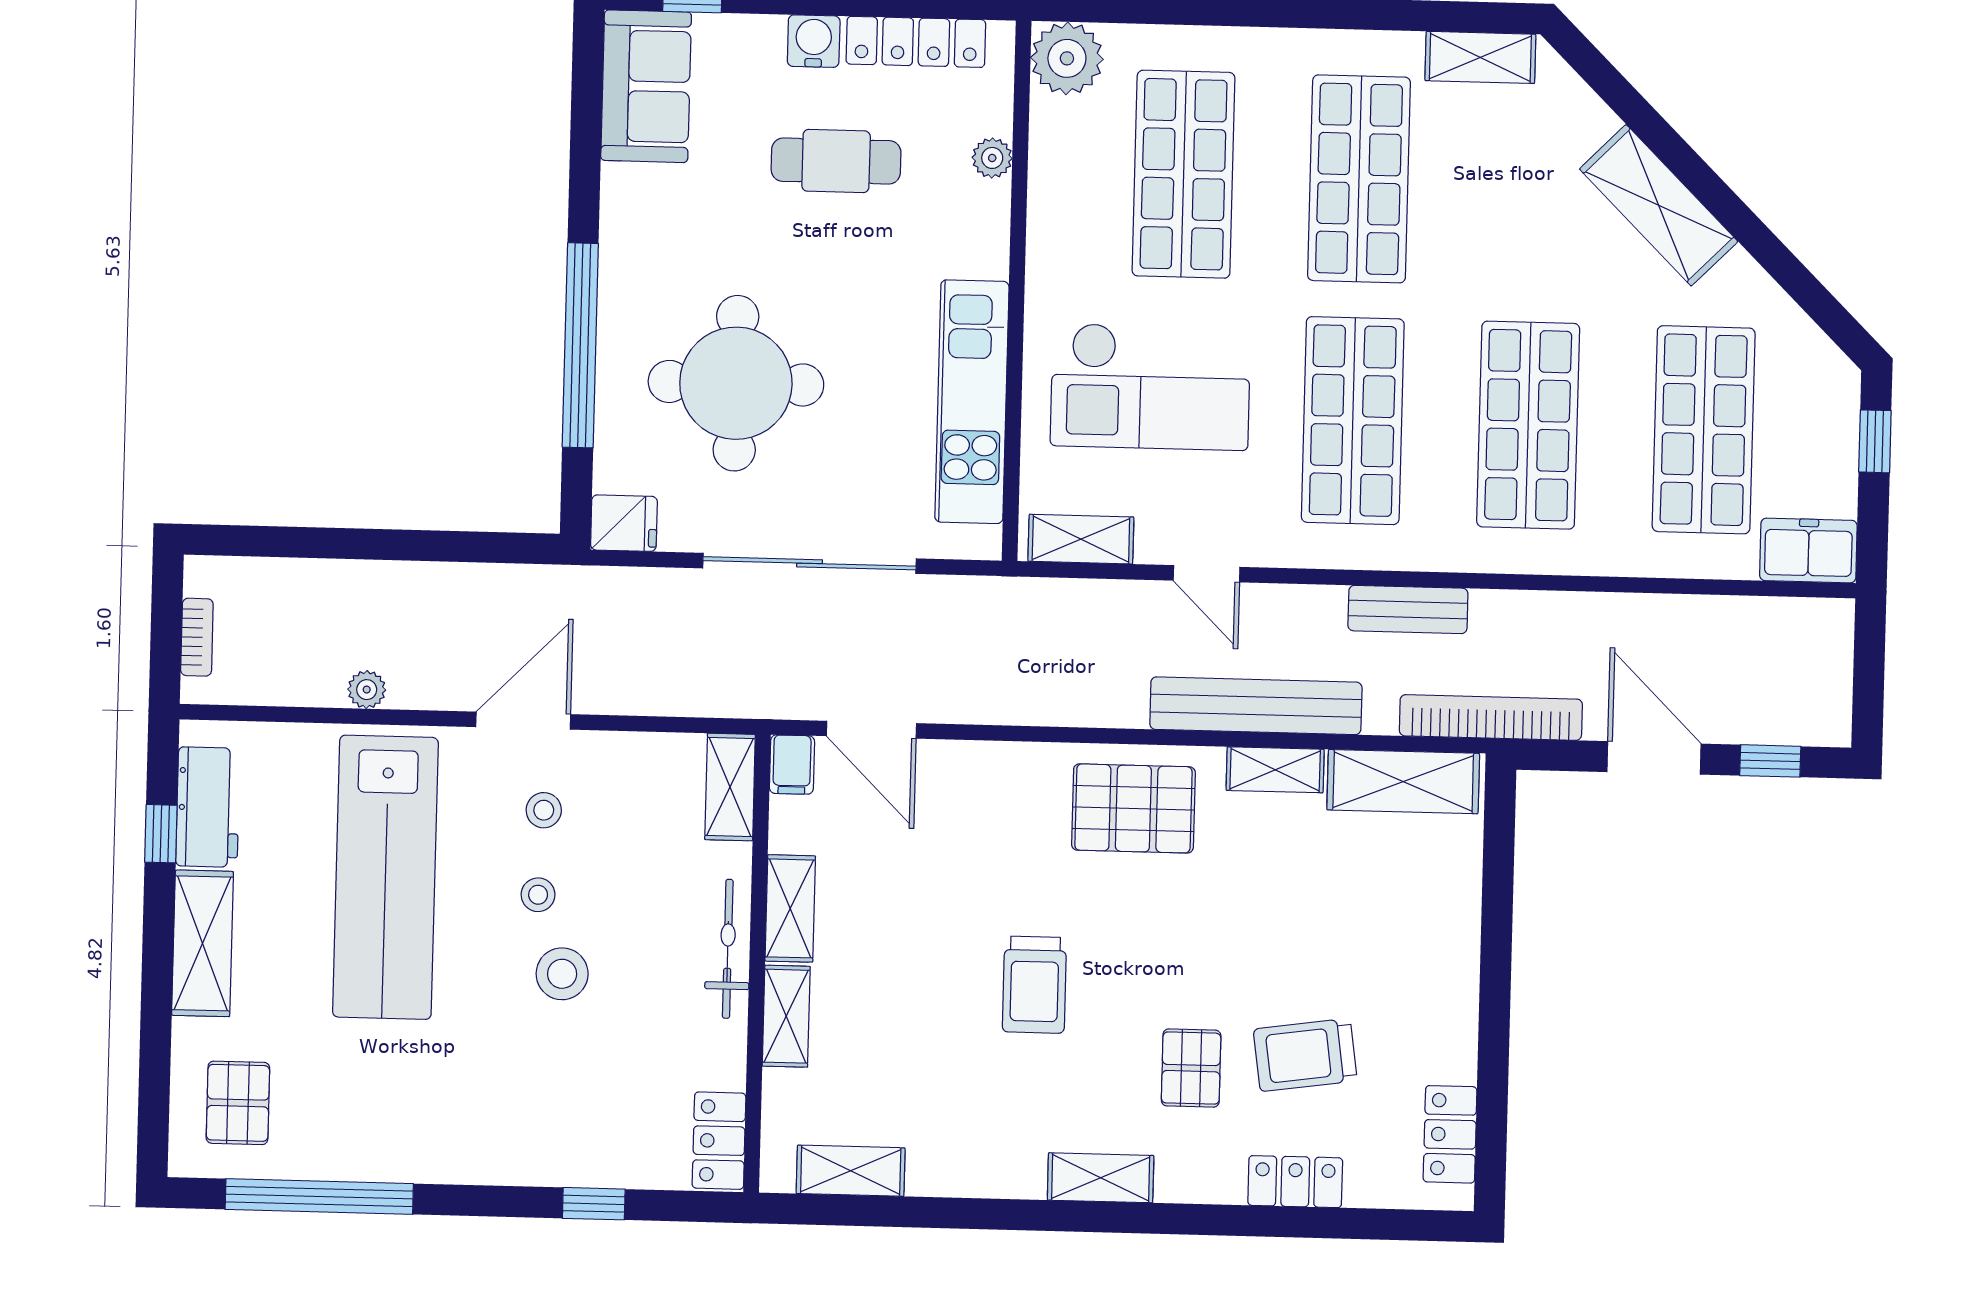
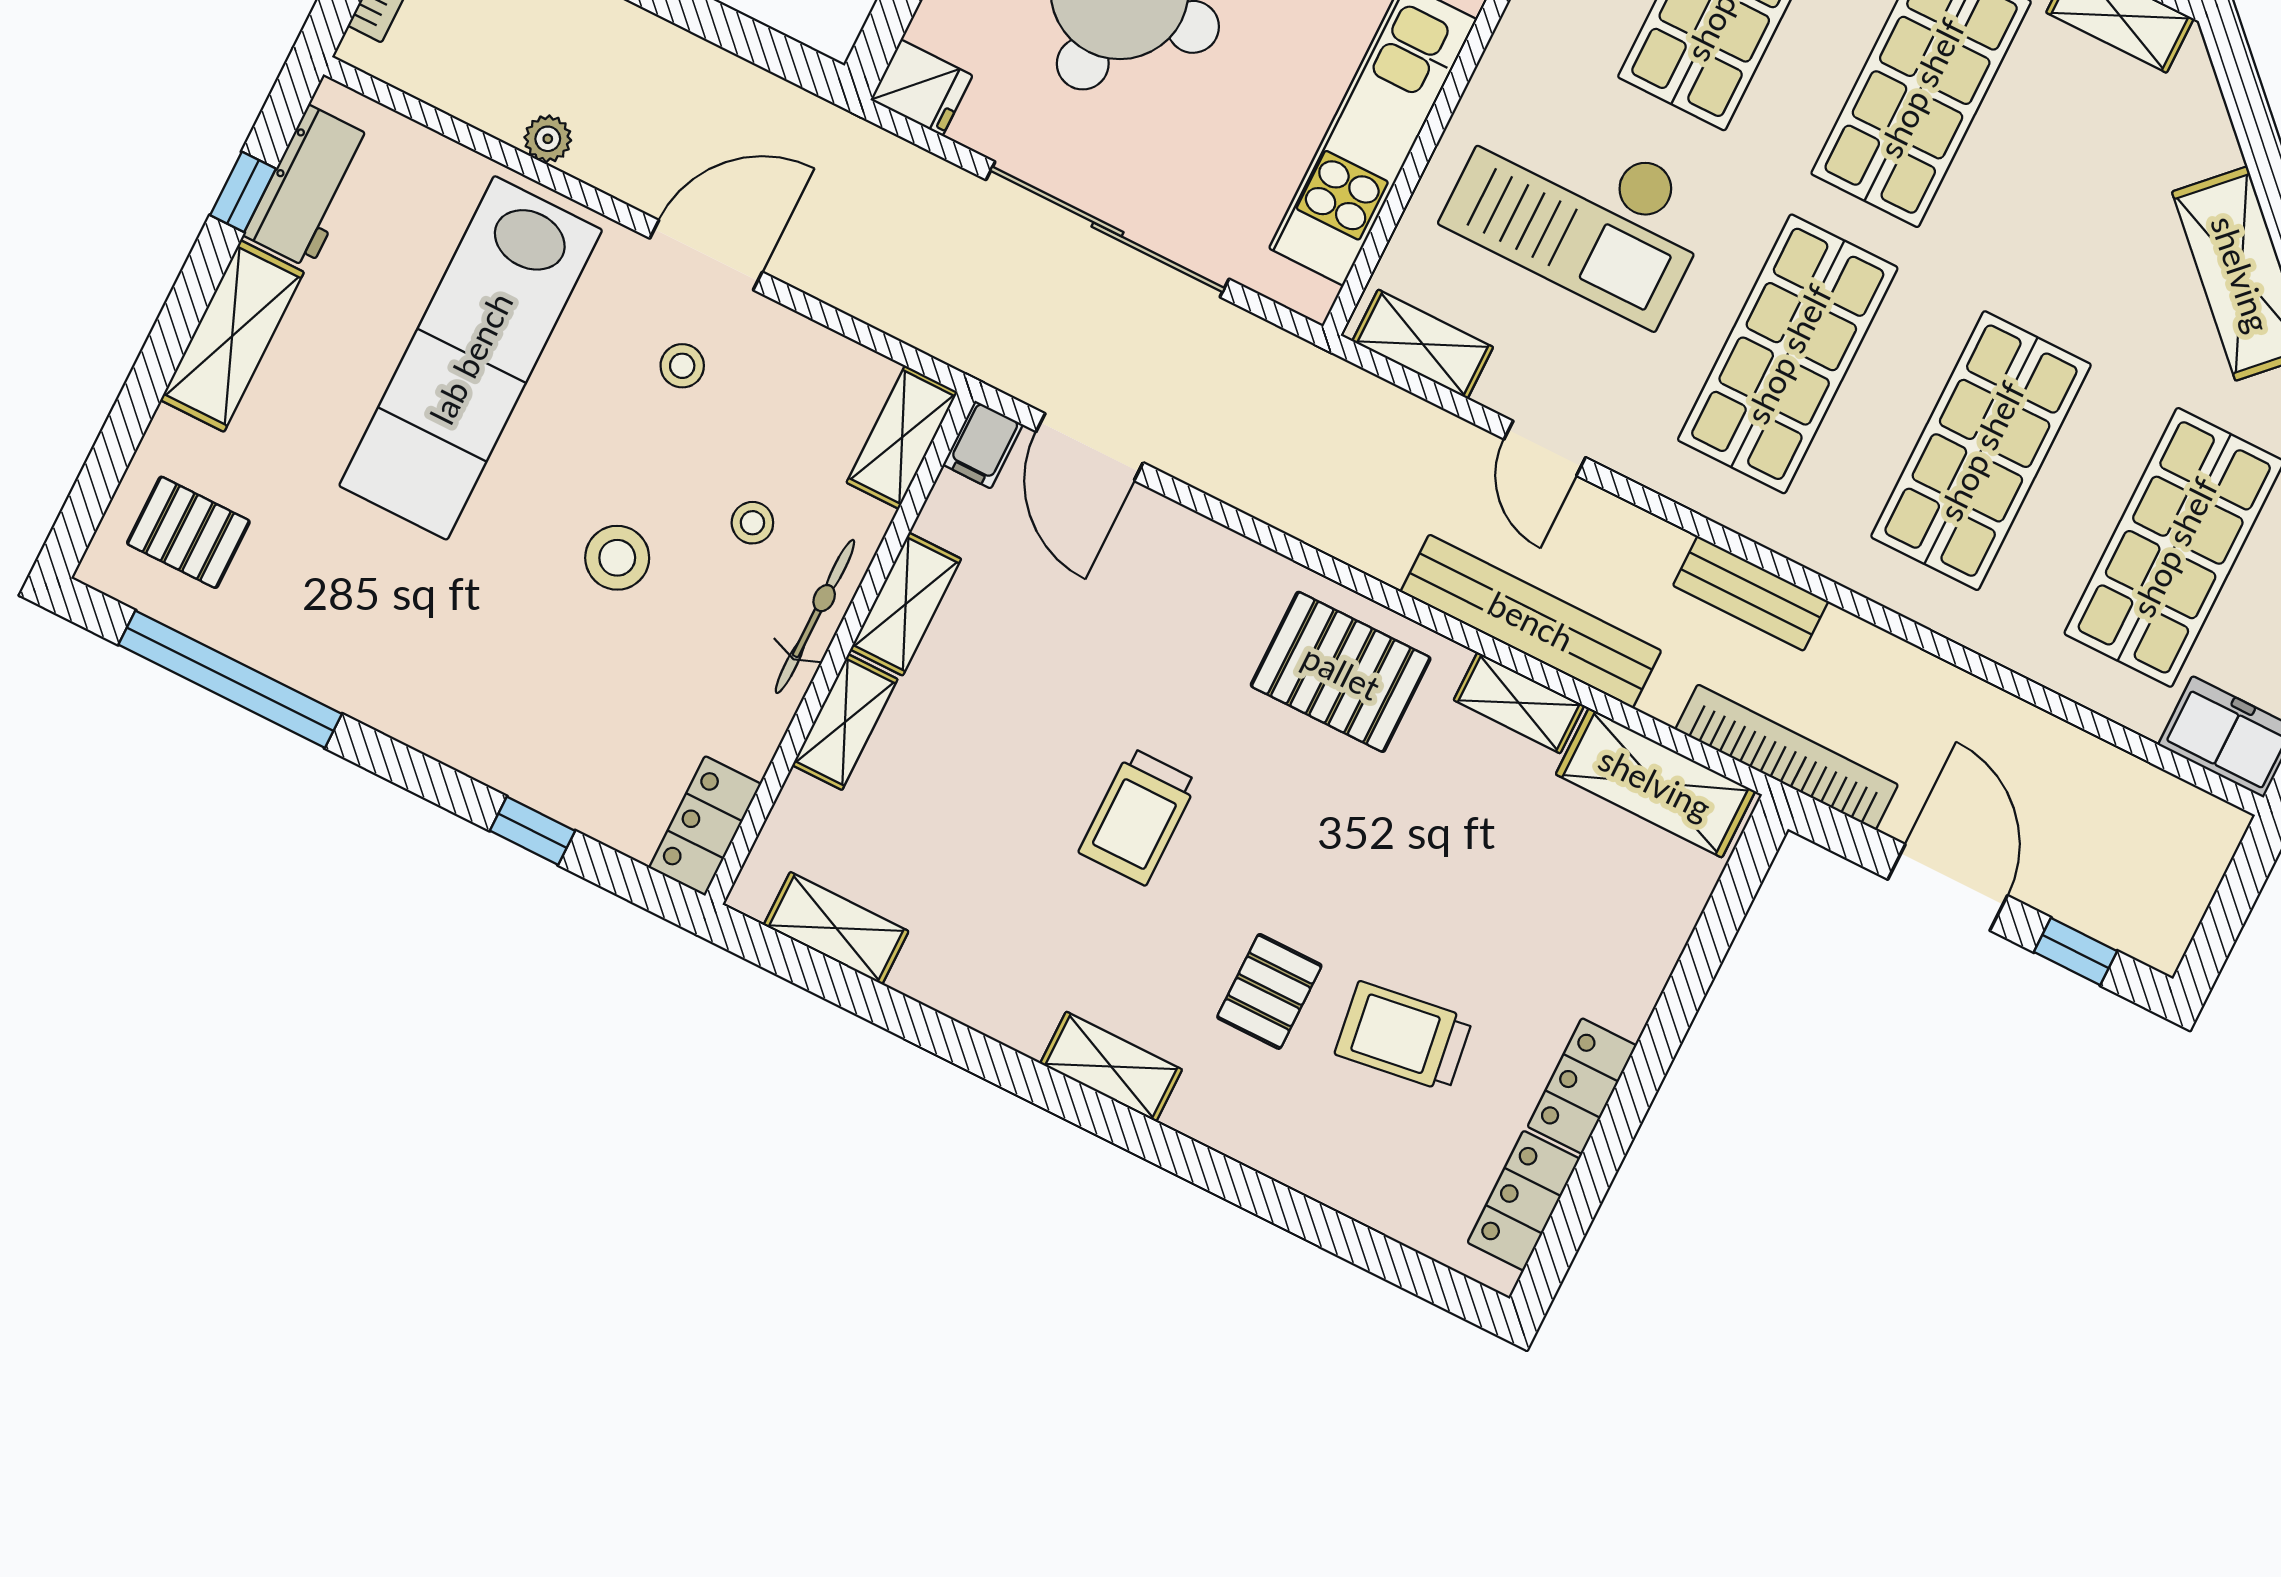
stool: (538, 895) -> (752, 523), moved
pallet: (238, 1103) -> (188, 532), turned 90
locker: (1295, 1182) -> (1582, 1086), moved, turned -90

